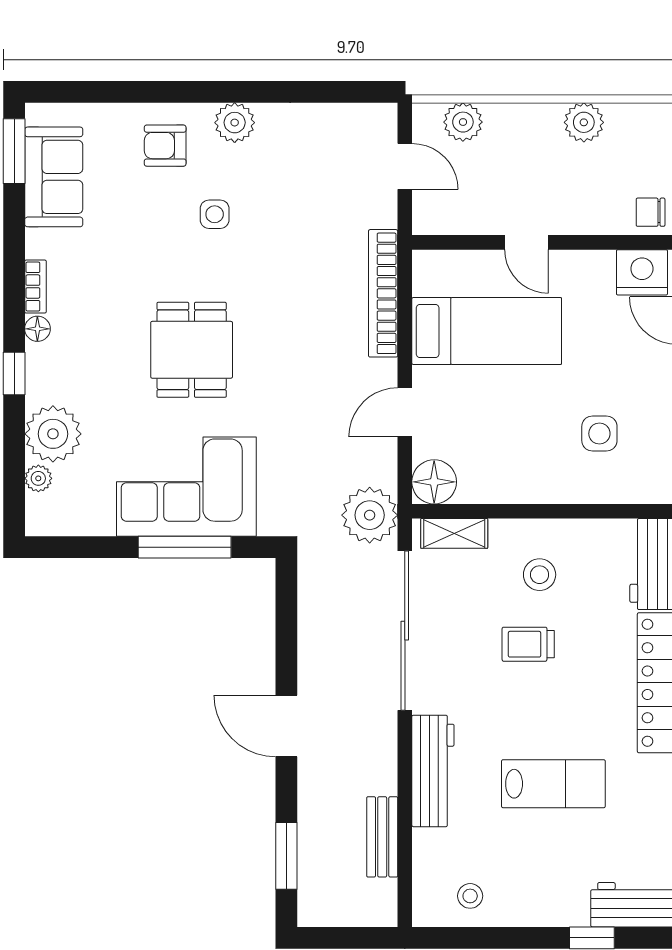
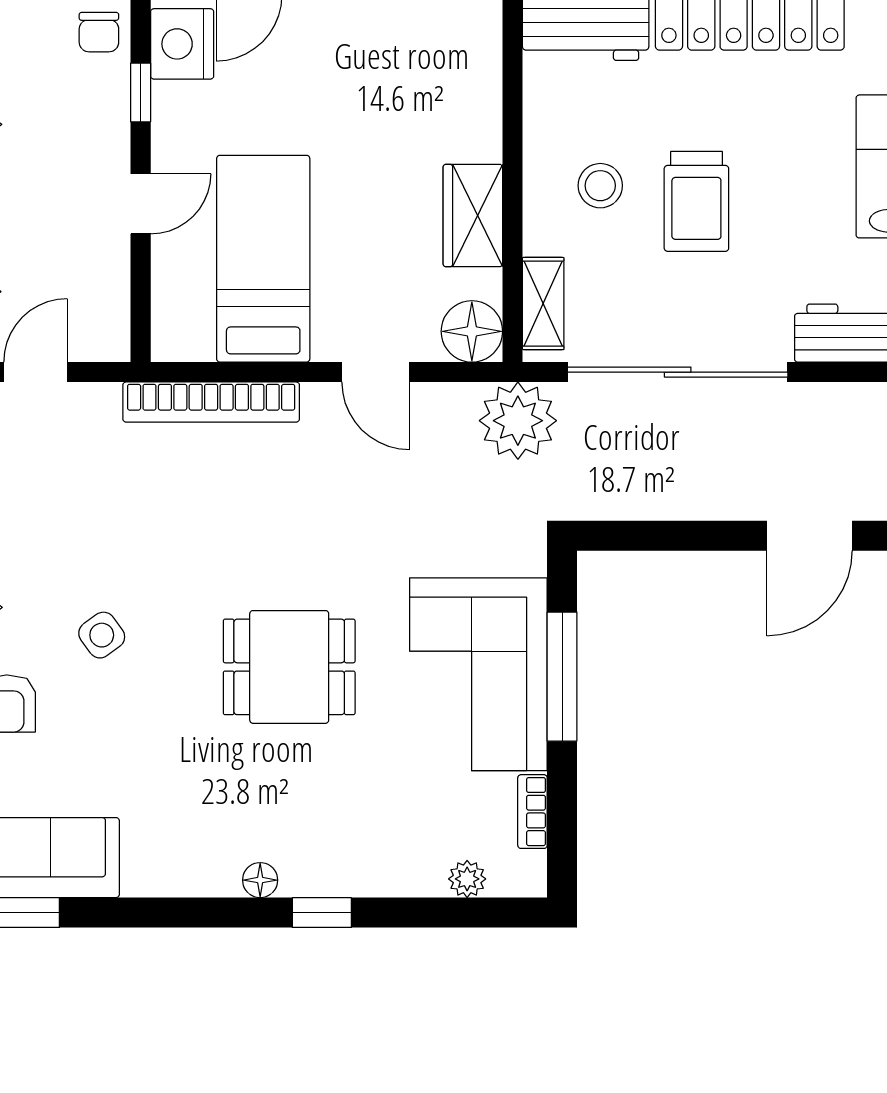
side table: (215, 214) -> (102, 635), turned -36
window: (607, 242) -> (141, 92), added
bookcase: (35, 287) -> (532, 812), moved, turned -90
plant: (53, 434) -> (405, 859), removed
side table: (599, 434) -> (405, 103), removed
wardrobe: (518, 483) -> (473, 216), added
trolley: (528, 644) -> (696, 201), width x1.36, depth x1.39

